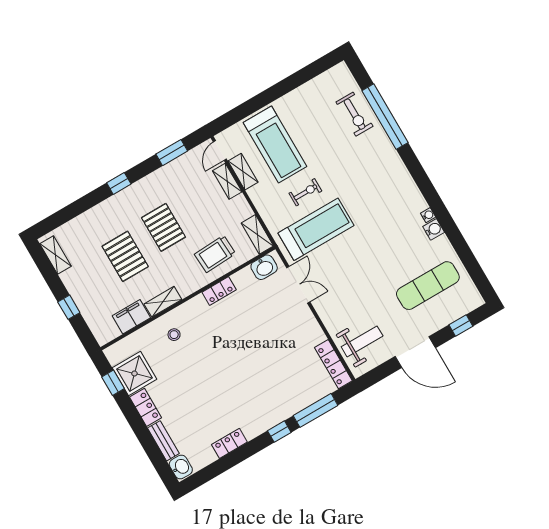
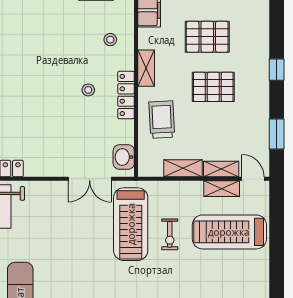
shelving: (257, 234) -> (183, 168), moved
locker: (219, 291) -> (126, 95), width x1.53
shelving: (163, 302) -> (146, 68), moved
stool: (226, 329) -> (88, 90), added

